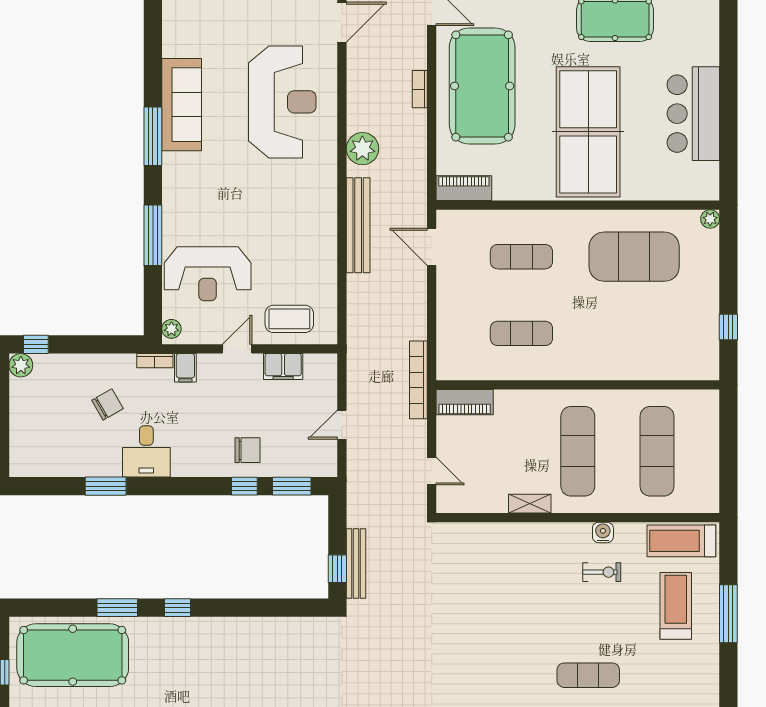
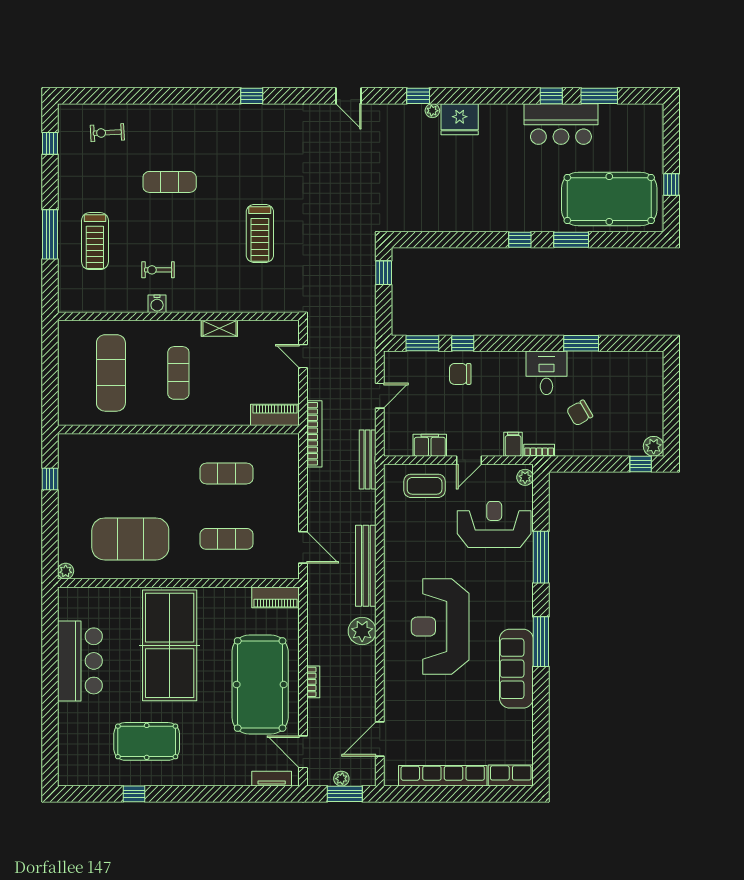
reception desk: (282, 102) -> (440, 627), moved
exercise mat: (578, 451) -> (178, 373), width x0.73, depth x0.69
treadmill: (681, 541) -> (260, 233), moved, turned 90
bench: (356, 563) -> (368, 460), moved

